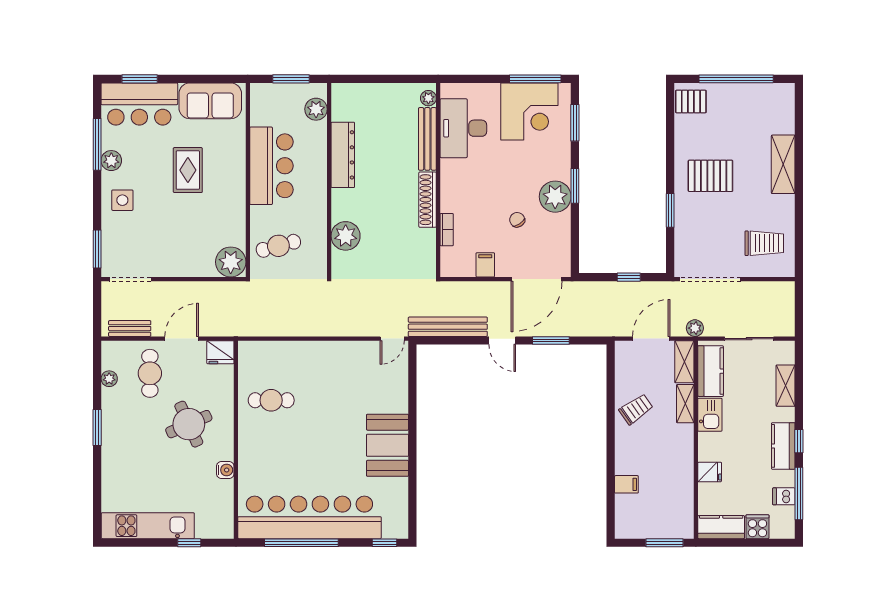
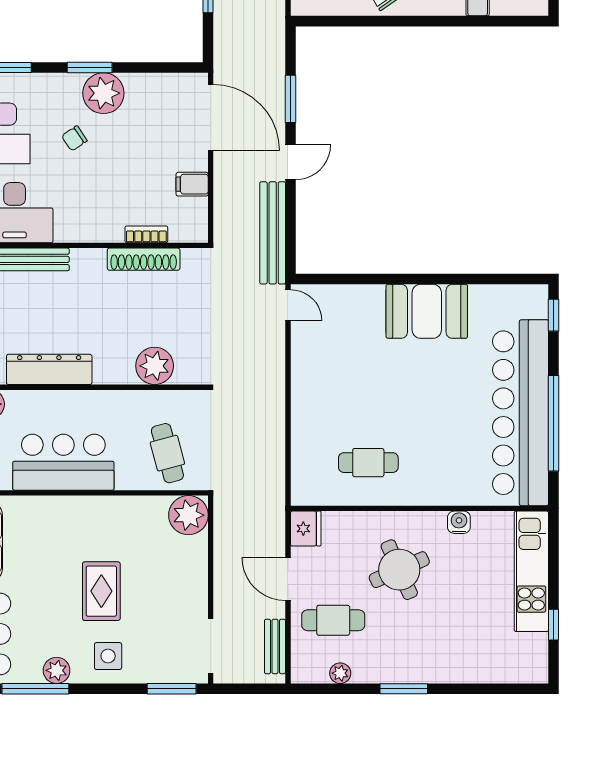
rug: (188, 170) -> (101, 591), moved, turned 90
shoe rack: (428, 200) -> (144, 259), moved
chair: (517, 220) -> (74, 138), moved
cafe table: (271, 400) -> (368, 463), turned 90
kitchen unit: (148, 526) -> (531, 571), moved
window: (189, 543) -> (554, 625), moved

